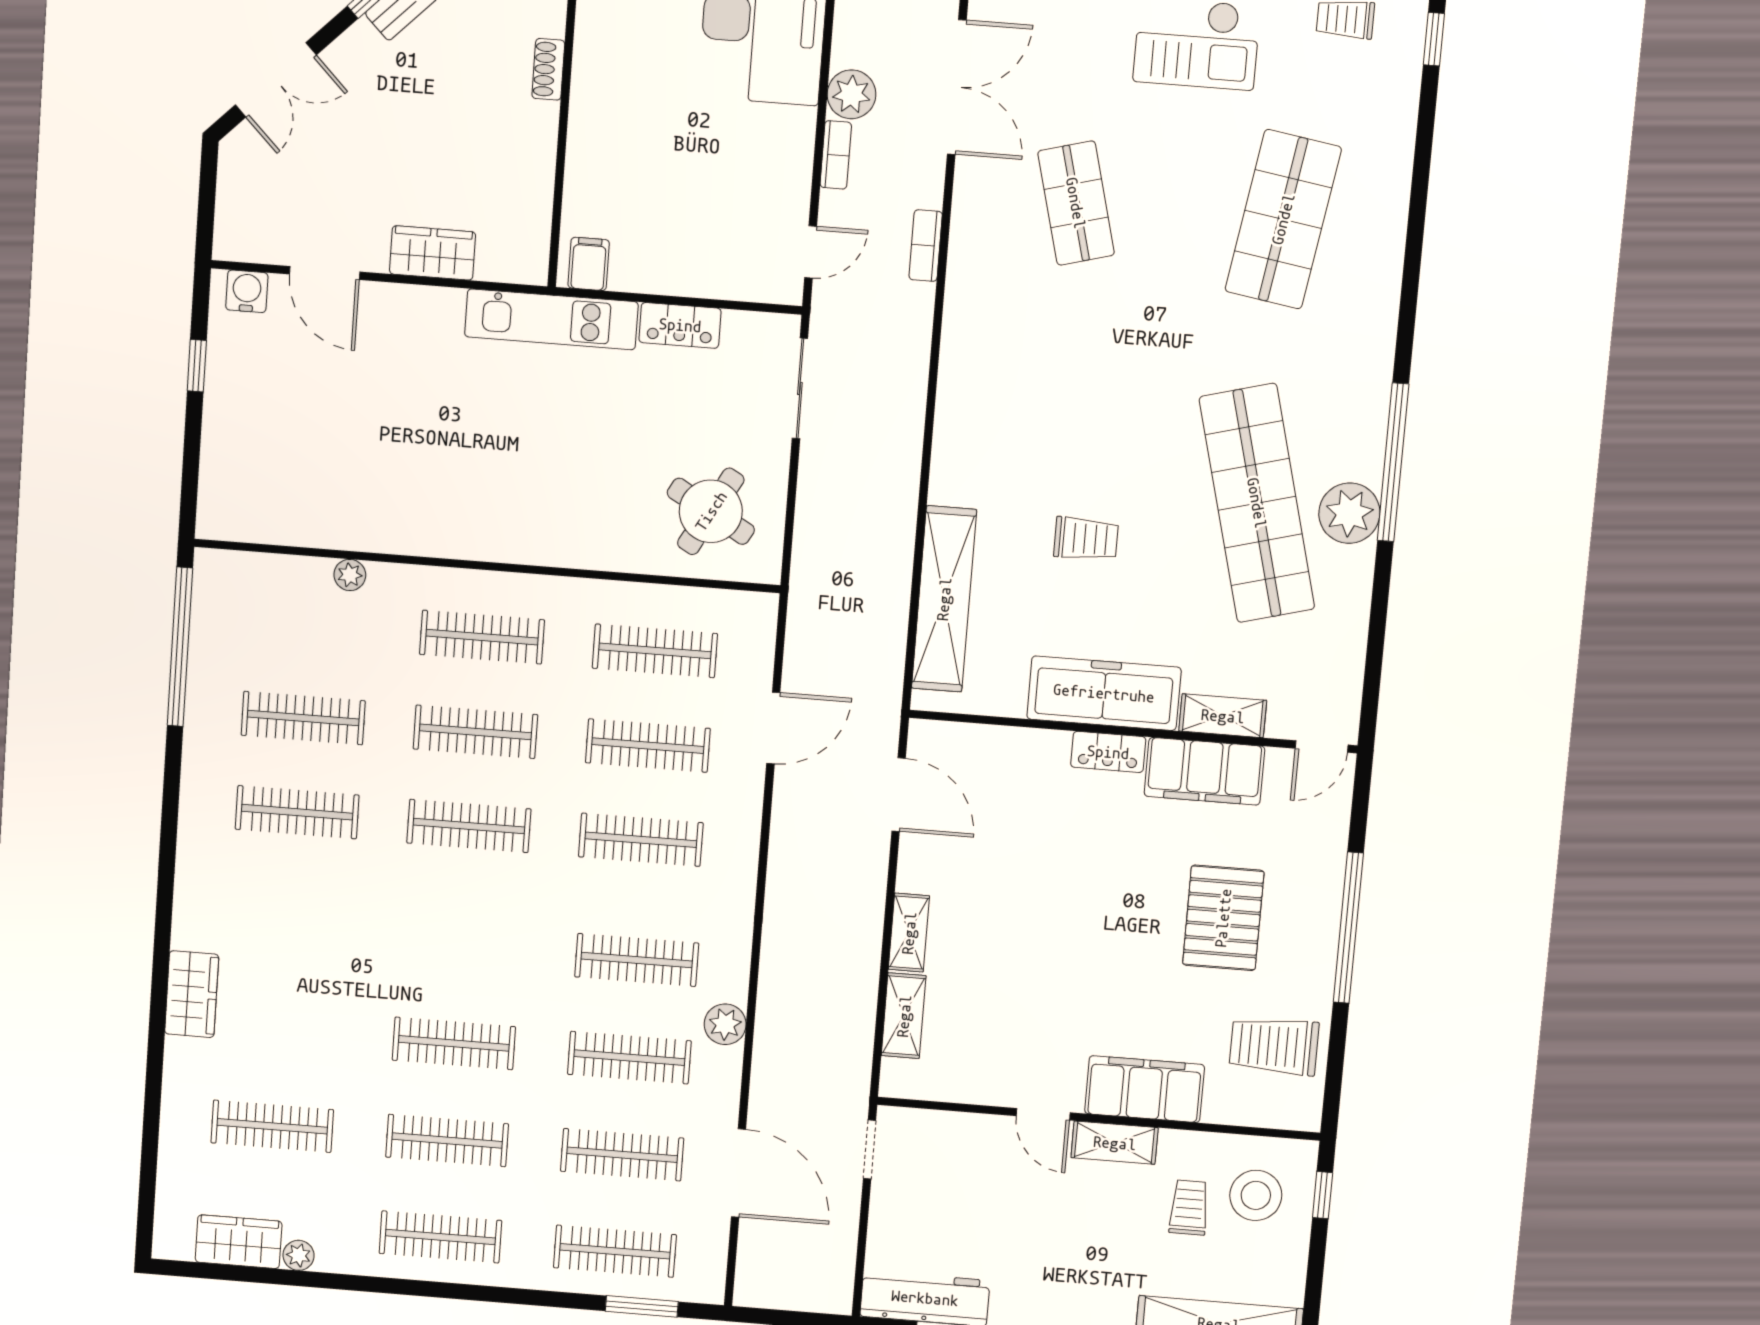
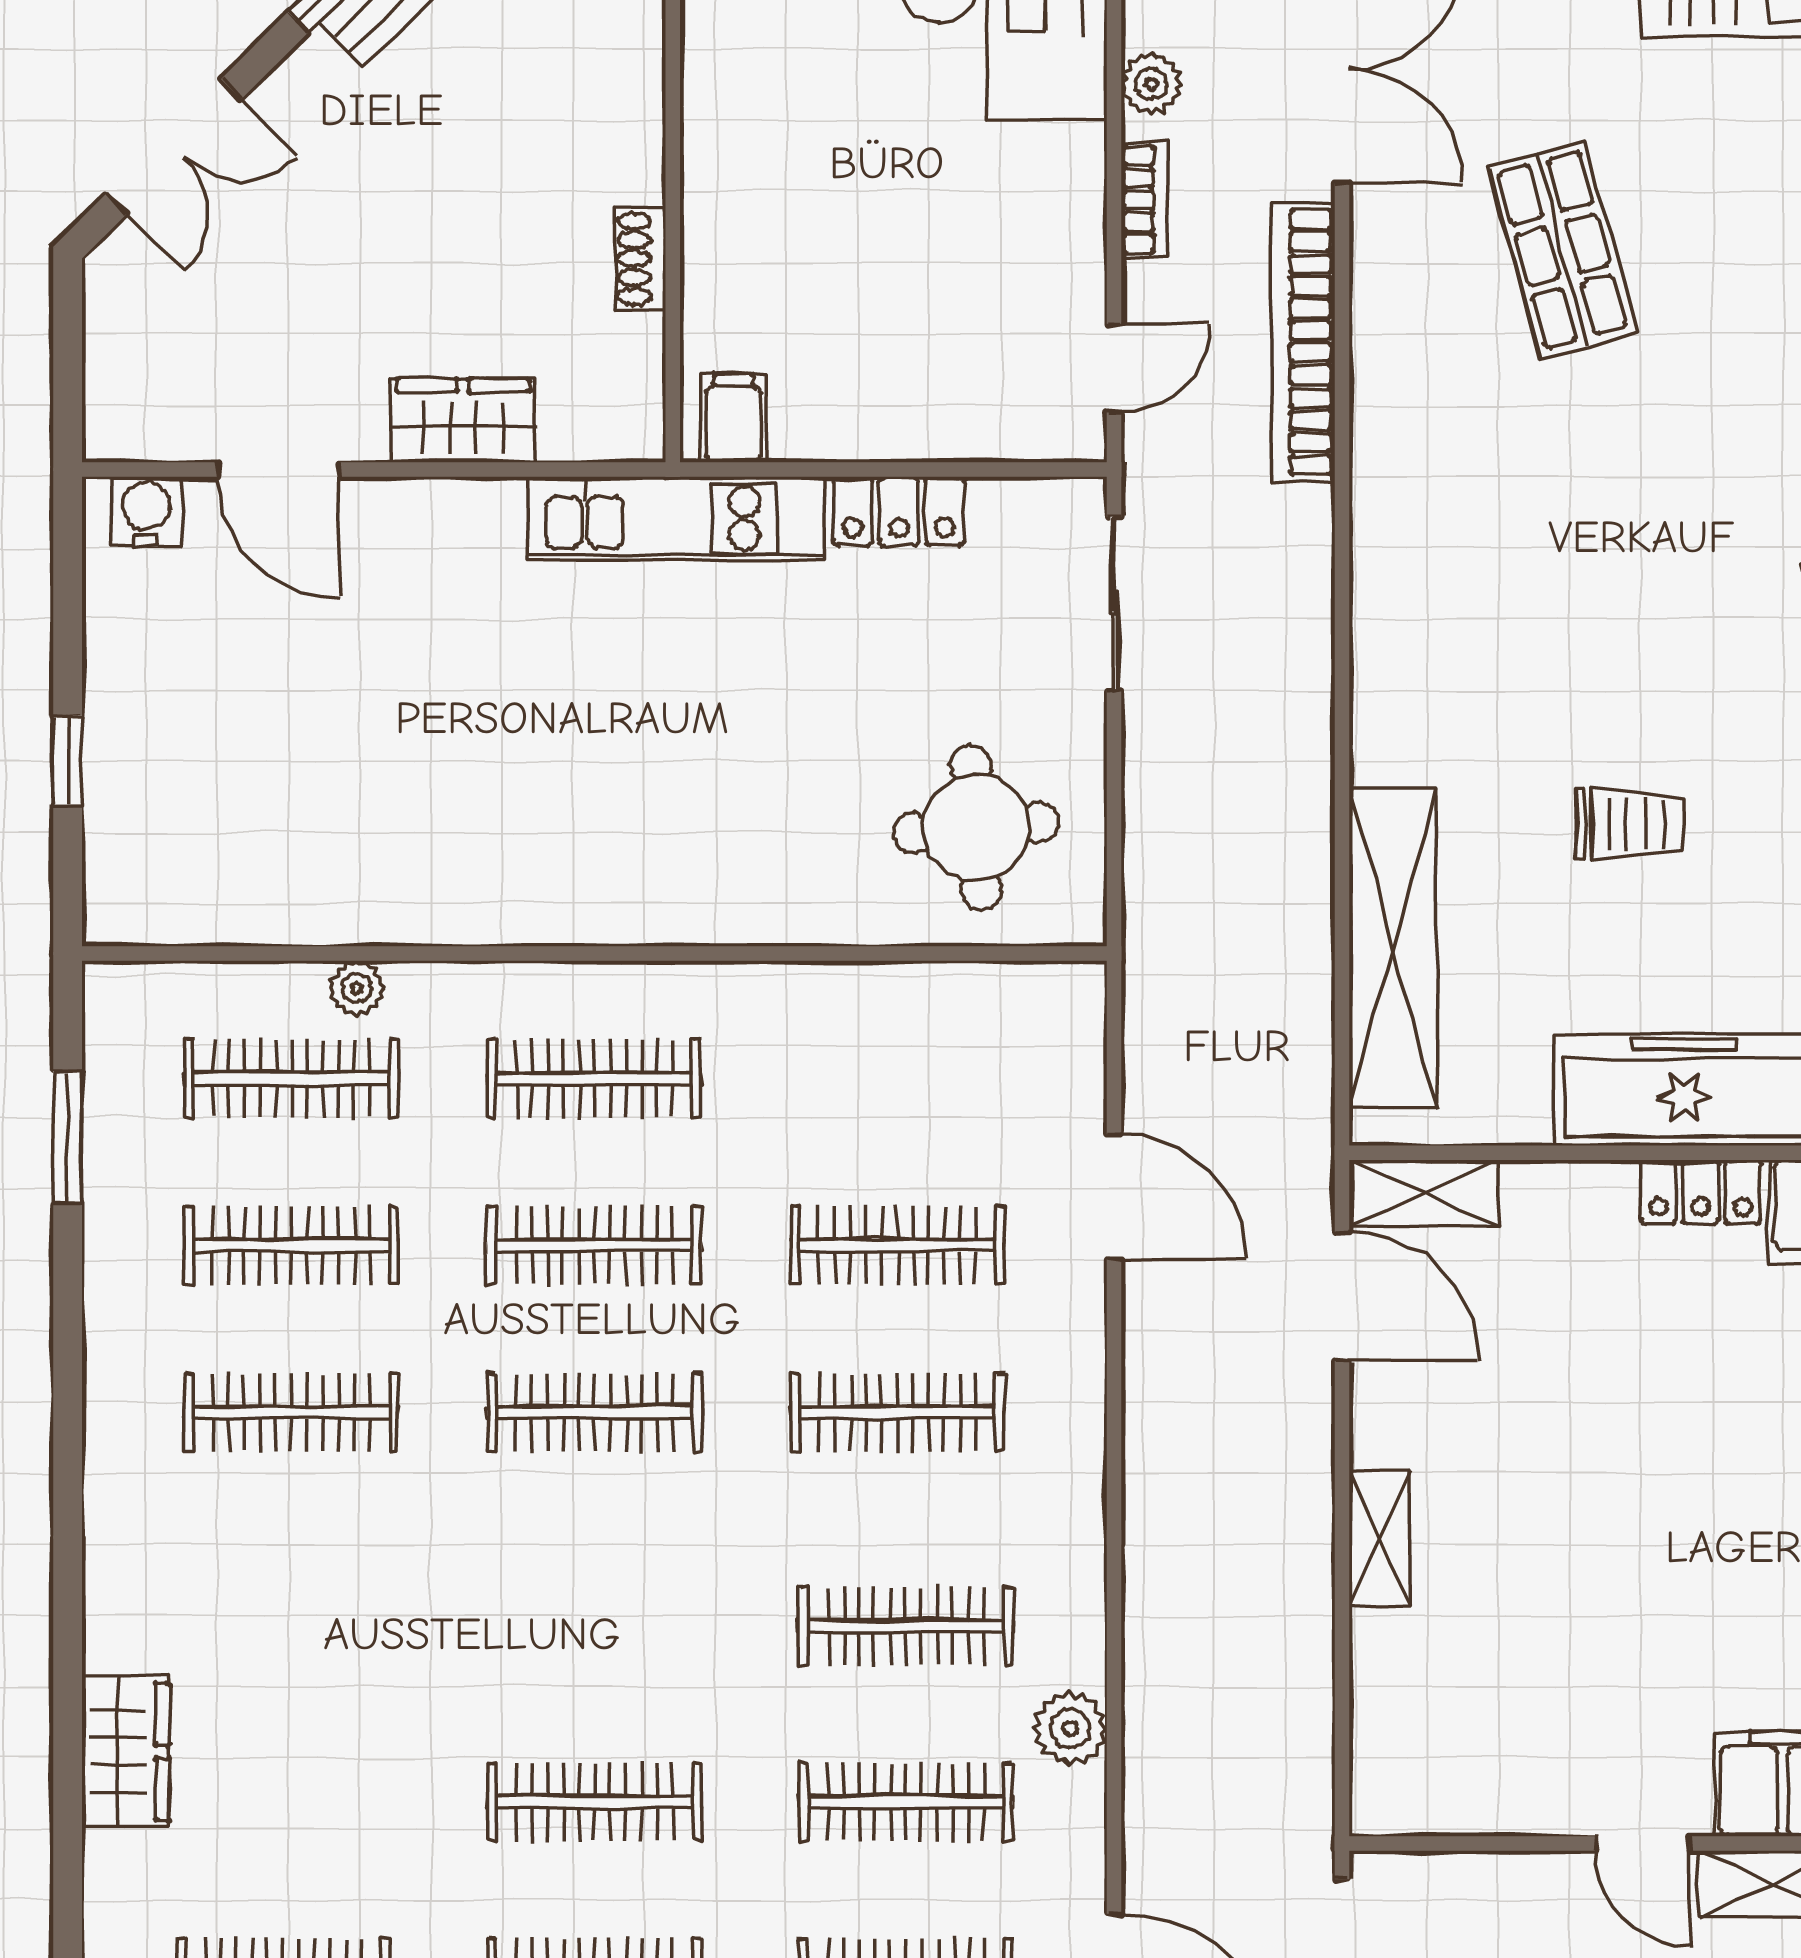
shoe rack: (548, 69) -> (641, 259), moved
plant: (851, 94) -> (1151, 84), width x0.73, depth x0.73
bookcase: (926, 246) -> (1303, 342), width x2.31, depth x1.31
window: (197, 366) -> (68, 760), moved
round table: (711, 511) -> (976, 828), turned -34
window: (180, 647) -> (68, 1137), width x0.47
clothes rail: (655, 651) -> (291, 1078), moved
door: (773, 728) -> (1114, 1197), hinge flipped
shelving: (904, 1016) -> (1424, 1194), moved, turned 90

